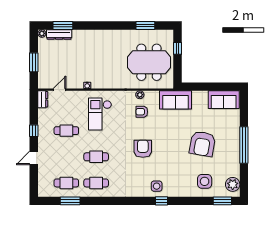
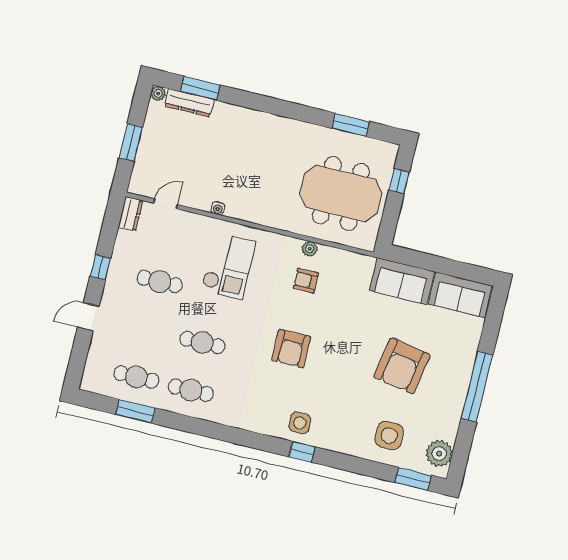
sofa: (175, 100) -> (402, 281), moved
checkout: (100, 114) -> (228, 266), turned 180
armchair: (143, 149) -> (291, 348), turned 180

